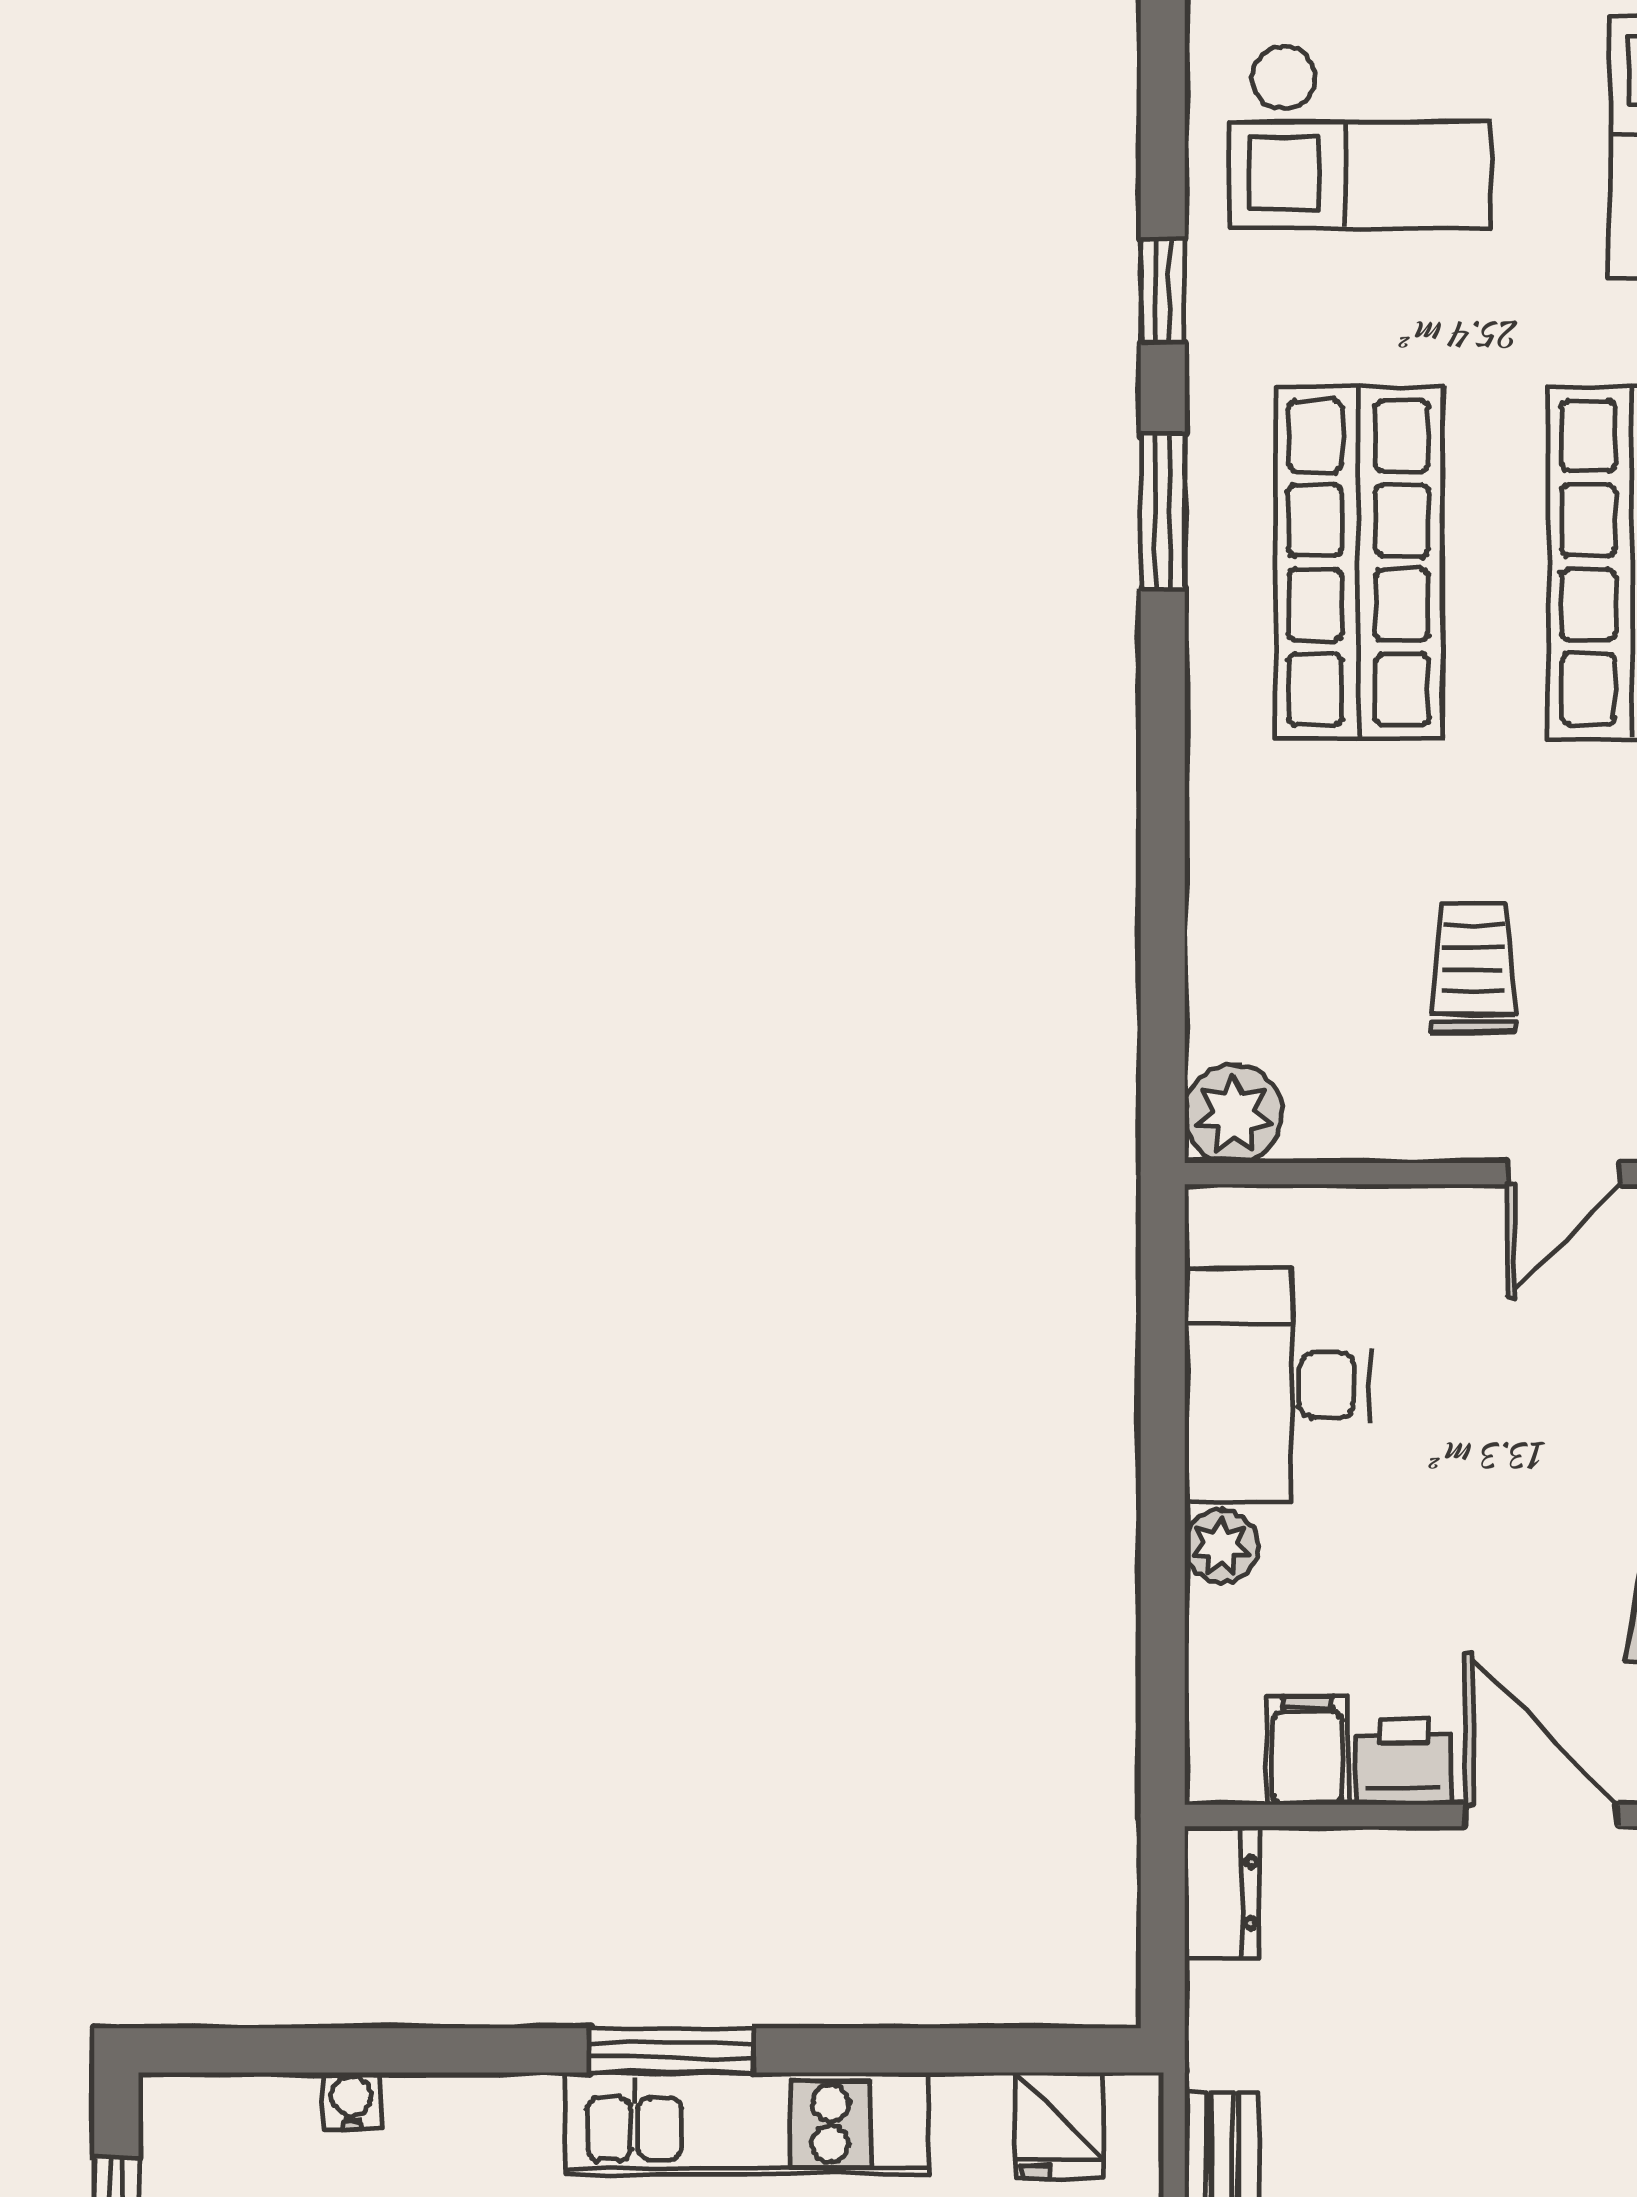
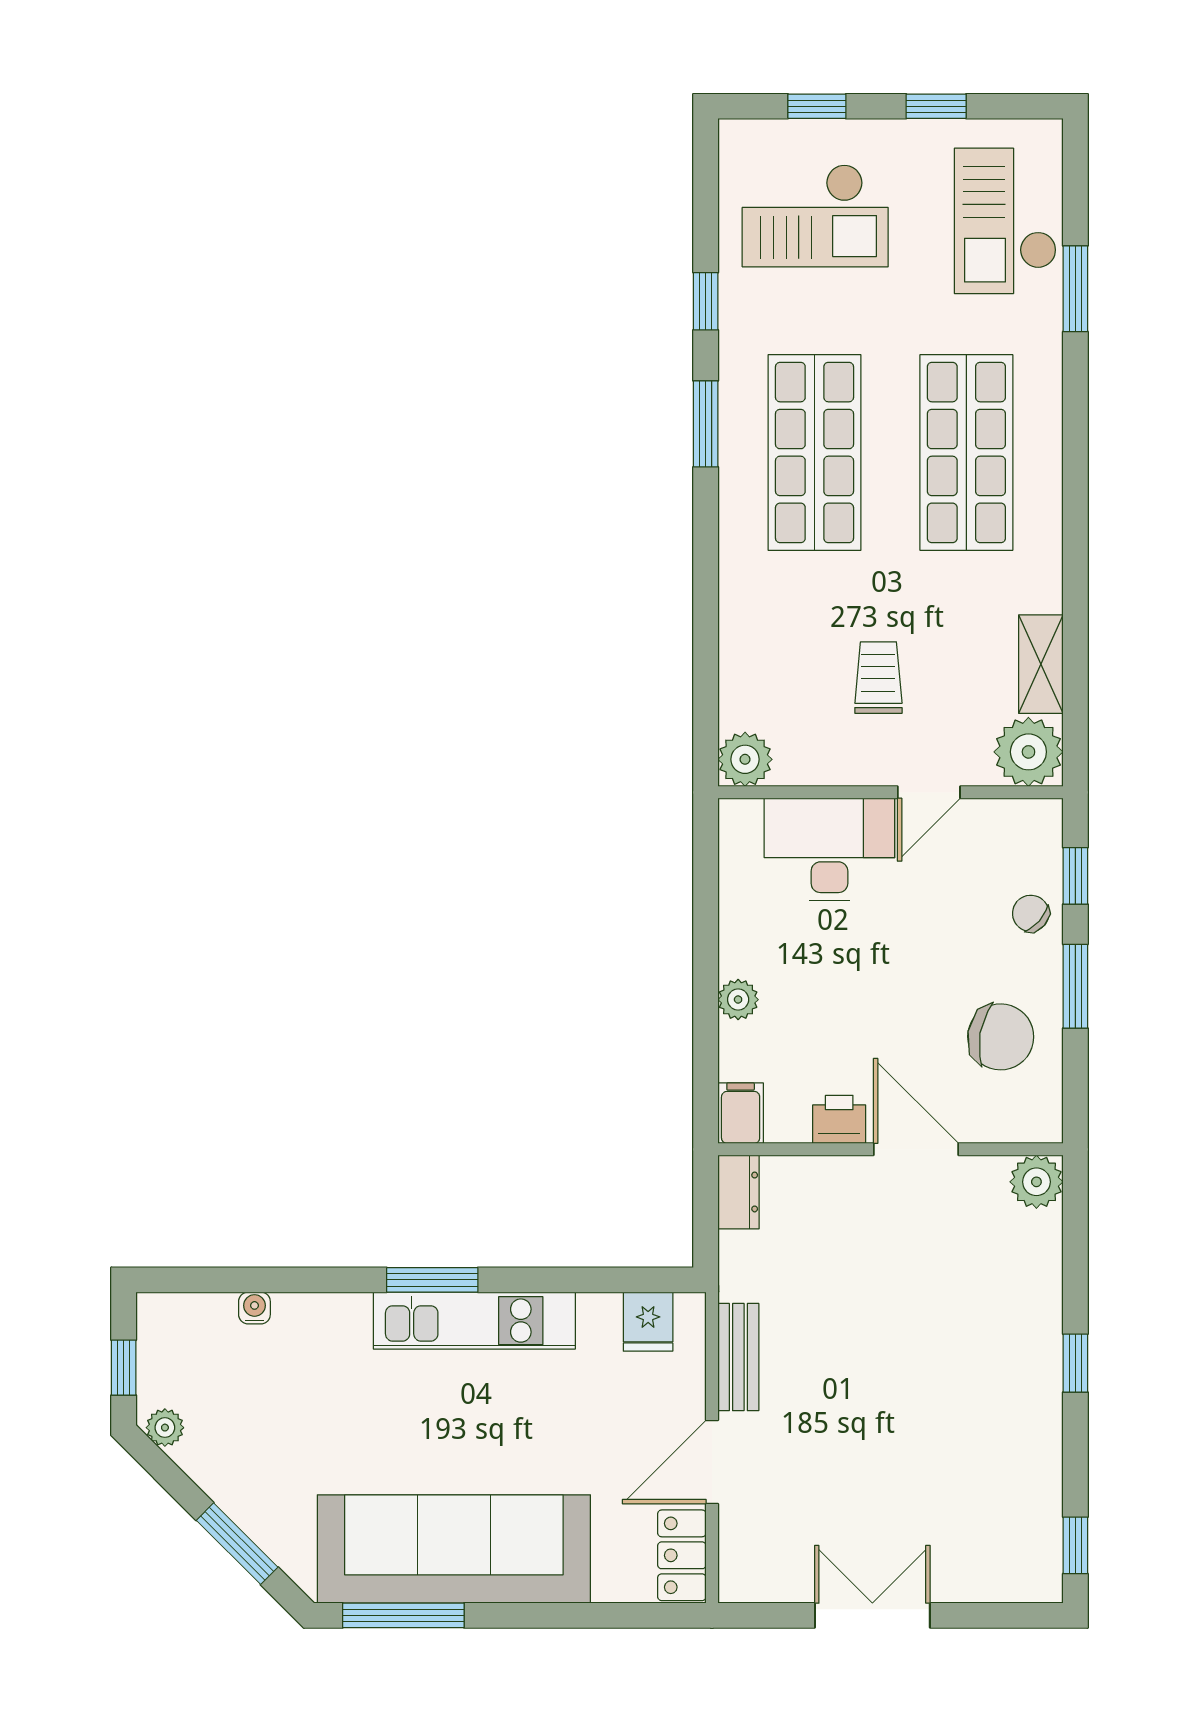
desk: (1277, 1385) -> (829, 850), moved, turned 90
filing cabinet: (1307, 1750) -> (741, 1113), moved

